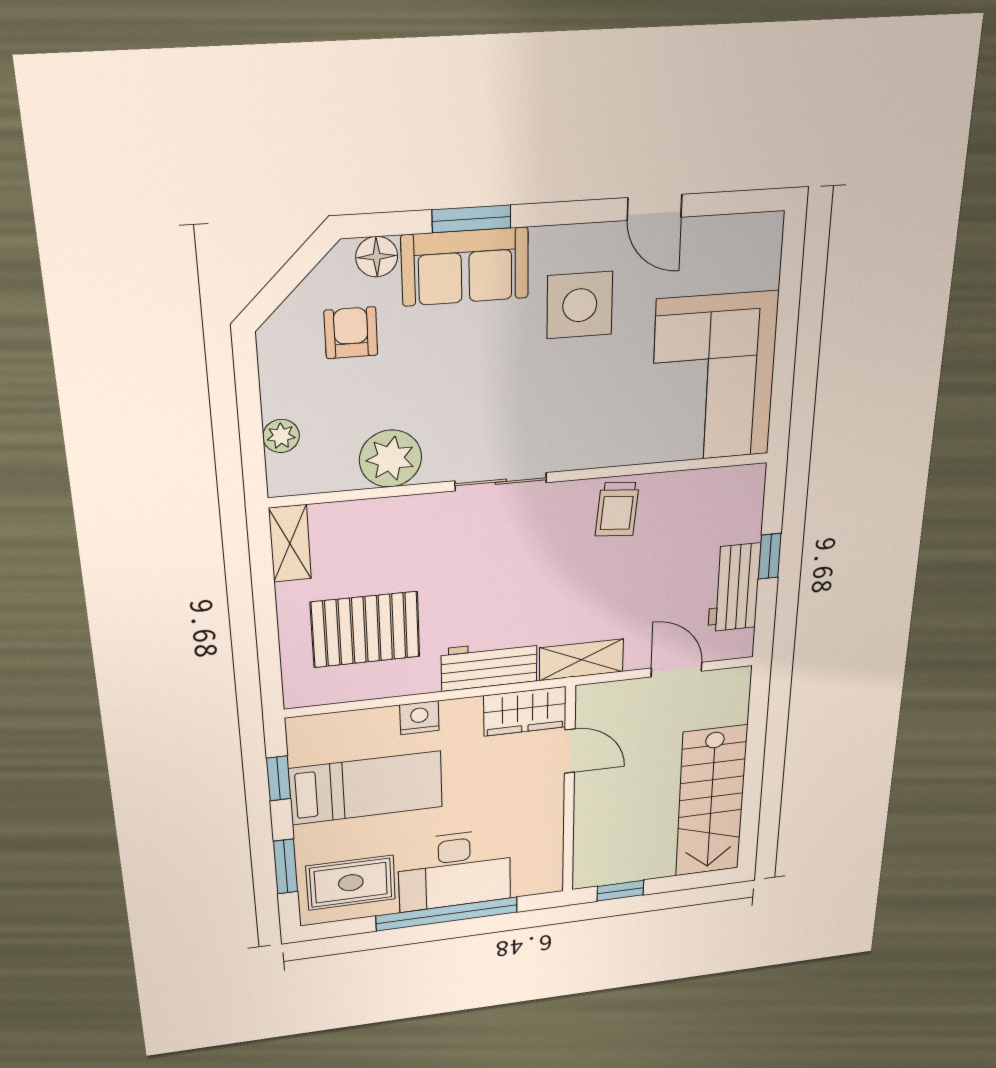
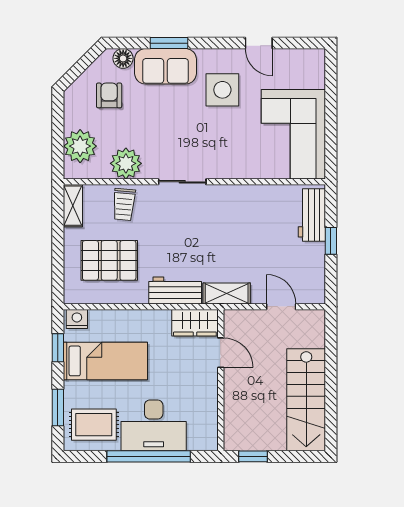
plant: (281, 436) -> (80, 146), width x1.87, depth x1.87
trolley: (617, 509) -> (124, 204), moved
workbench: (734, 588) -> (312, 215), moved
nightstand: (419, 718) -> (77, 319), moved

